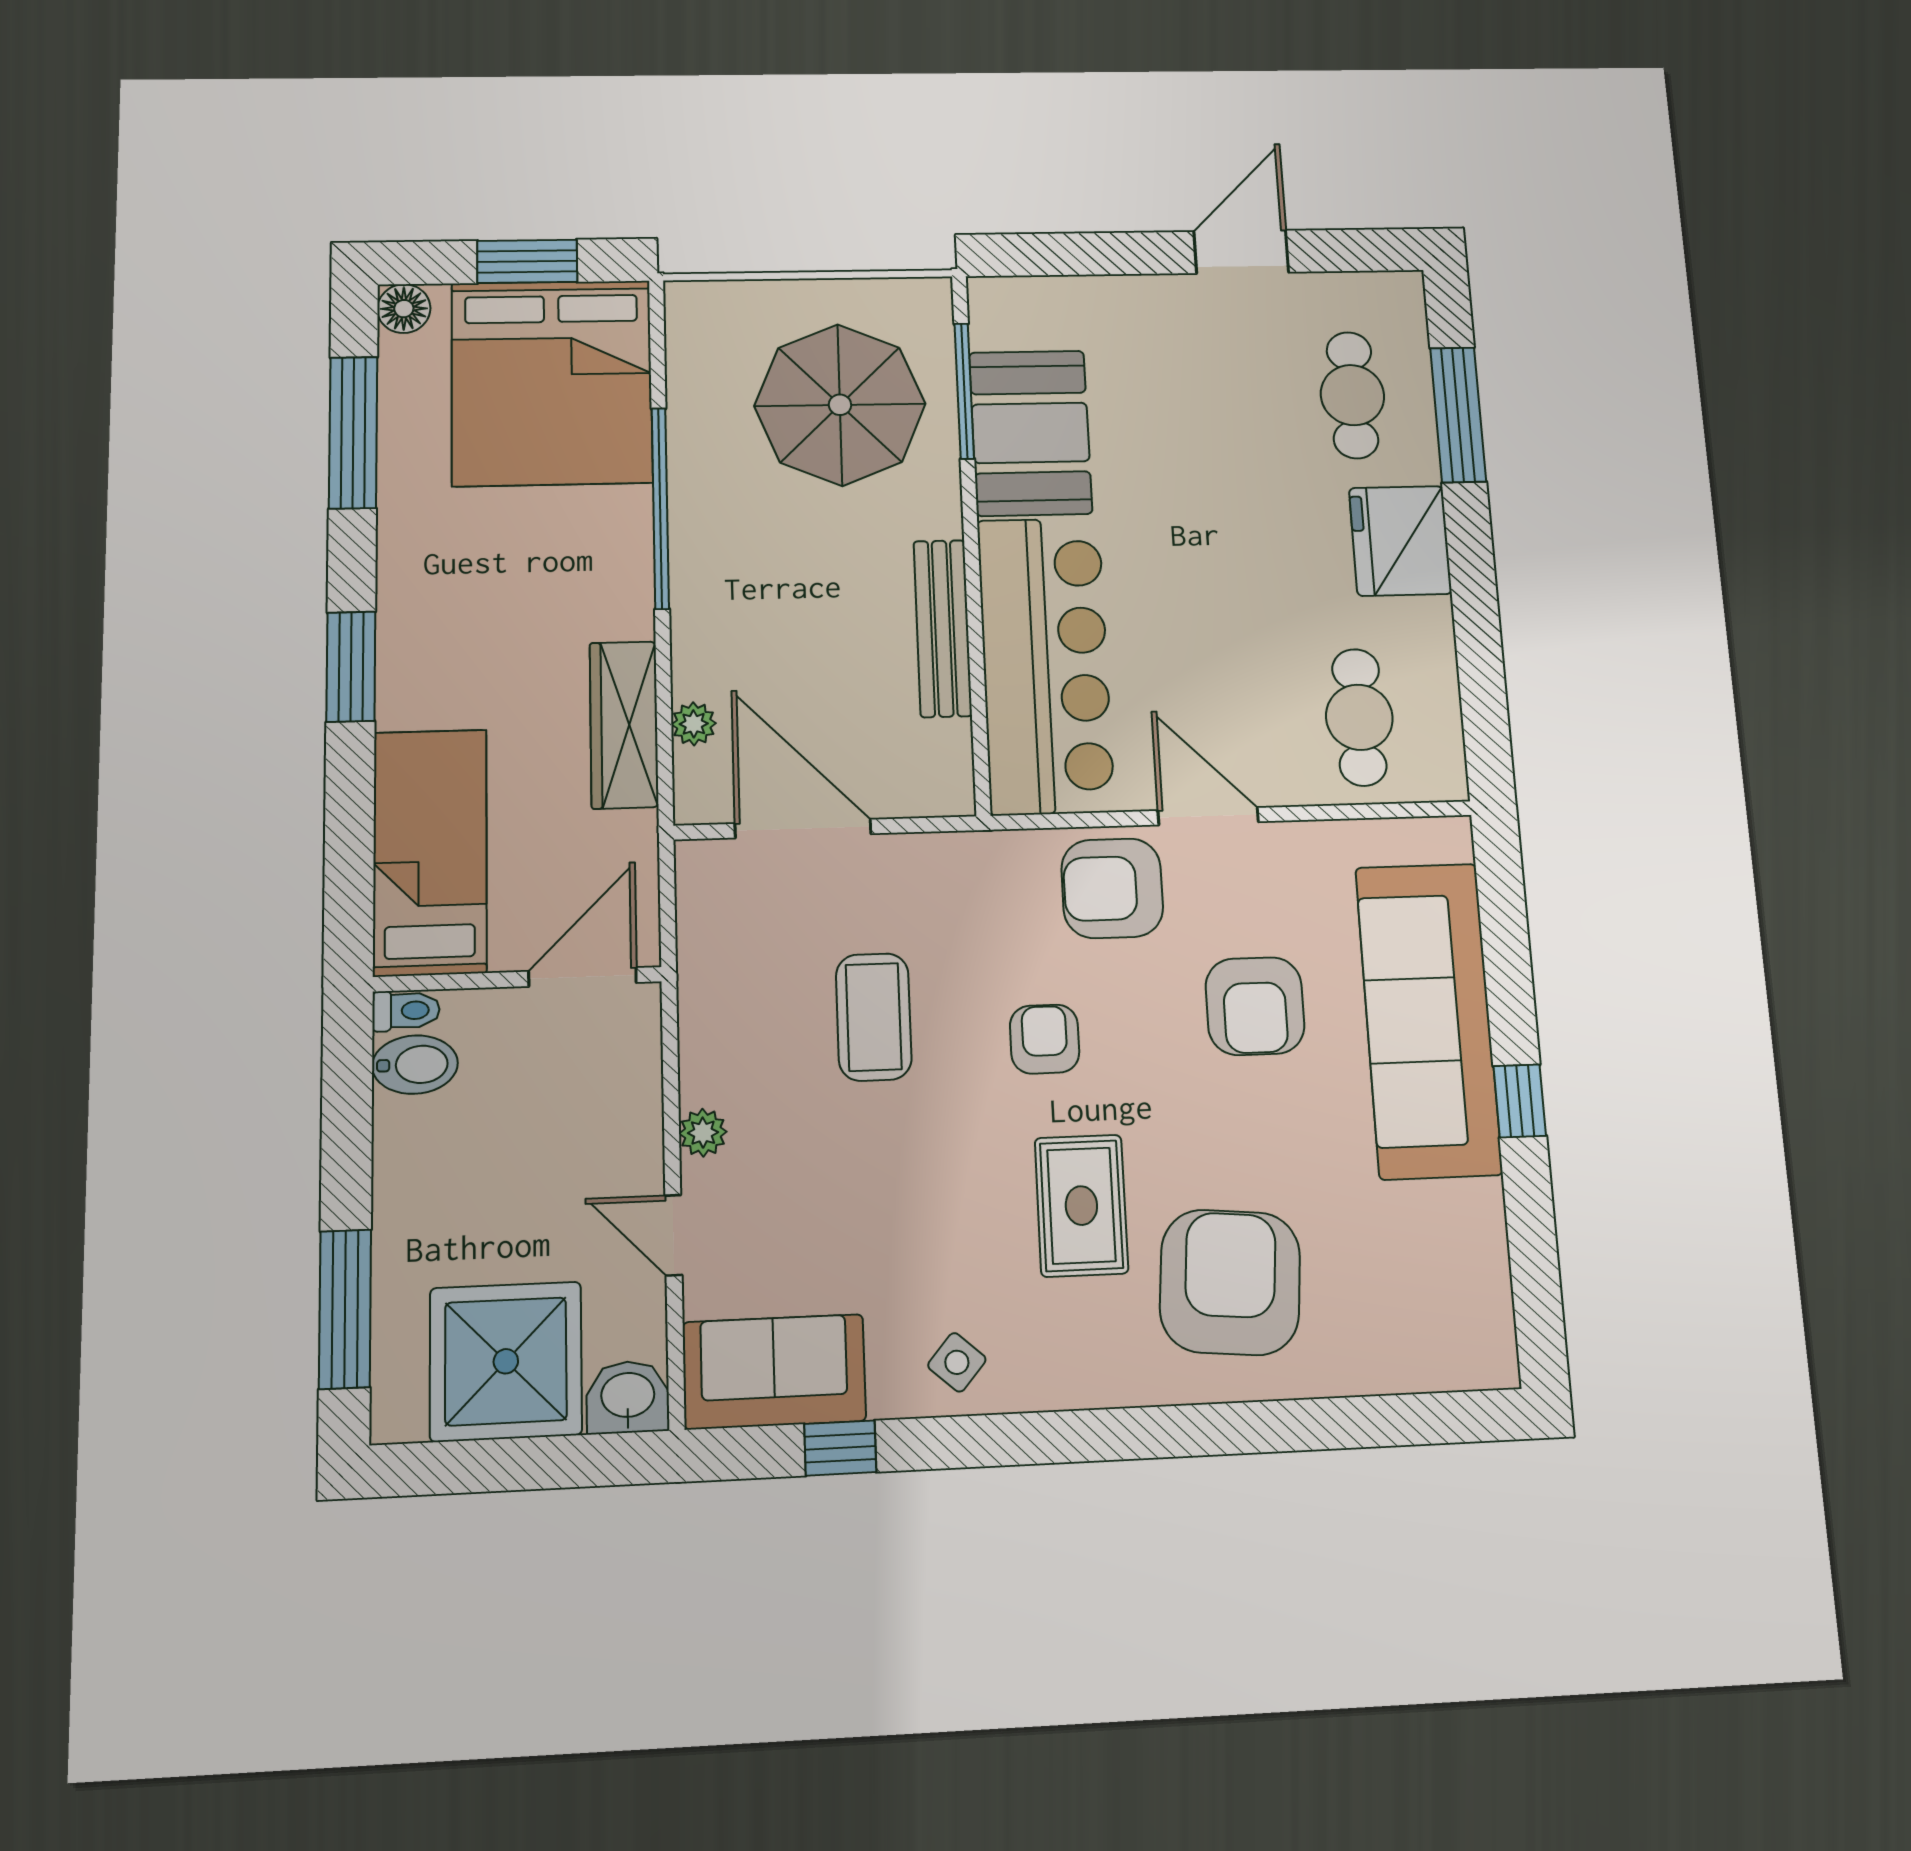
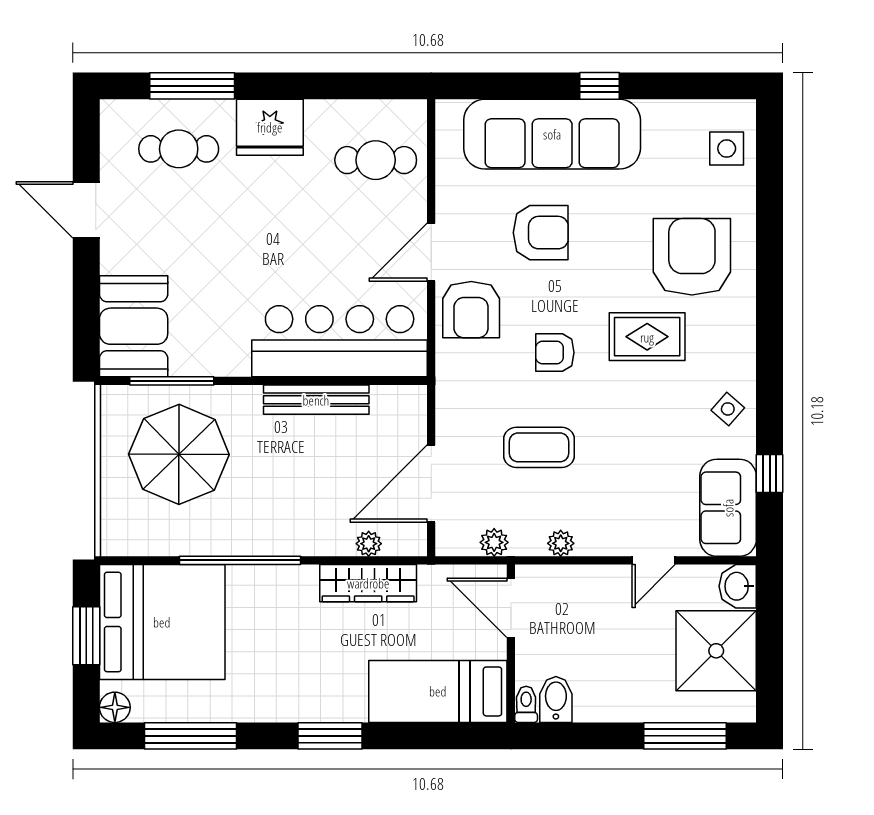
booth: (1031, 433) -> (134, 326), moved, turned 90
plant: (701, 943) -> (494, 542), added
plant: (703, 1133) -> (561, 543), moved
armchair: (1230, 1282) -> (692, 257), turned 85
side table: (1429, 1338) -> (727, 149), added

